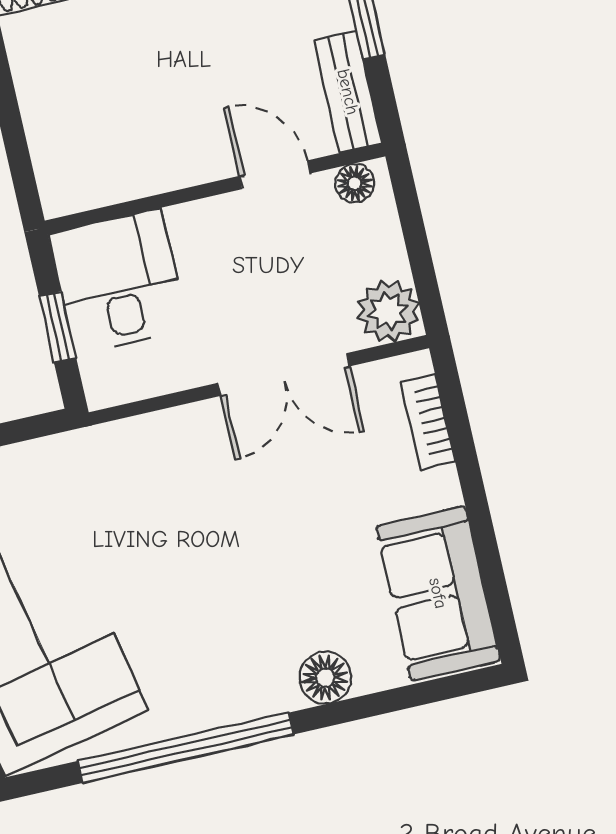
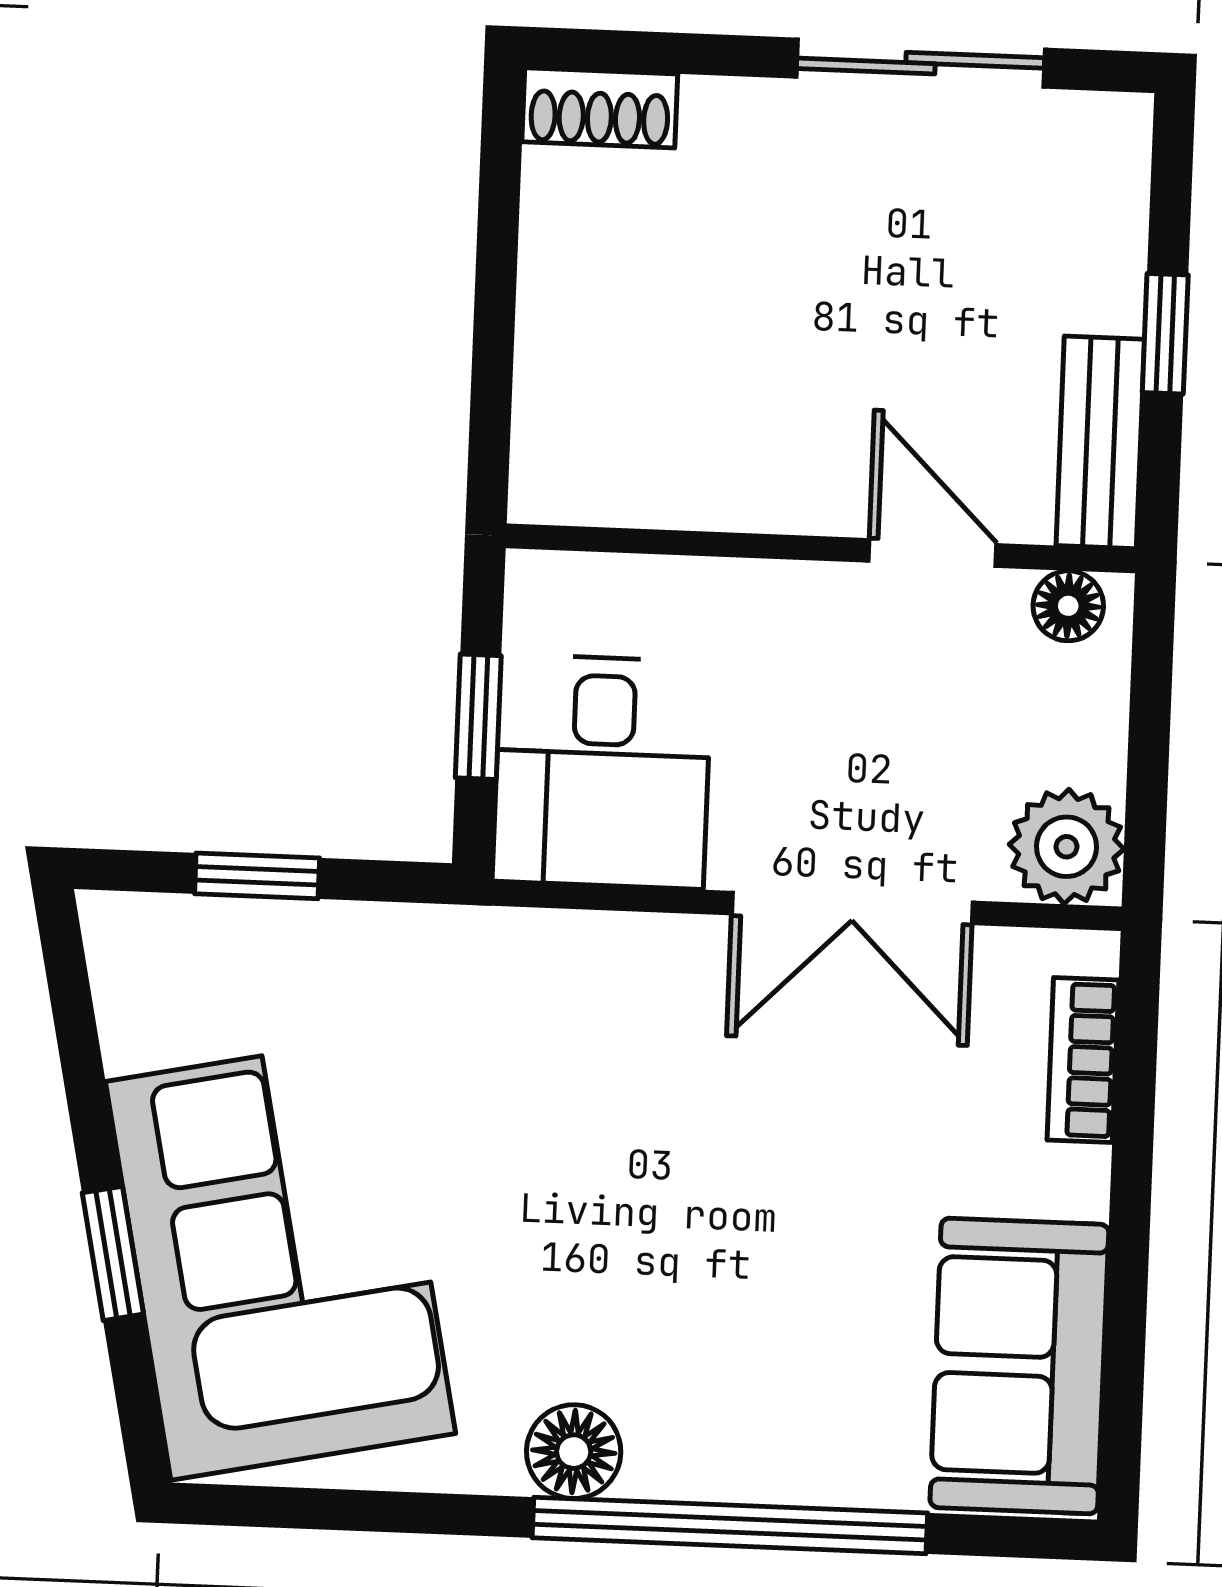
desk: (118, 282) -> (602, 772), moved, turned 180
floor lamp: (325, 678) -> (574, 1452), moved
window: (186, 748) -> (730, 1525), moved

